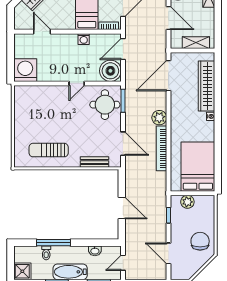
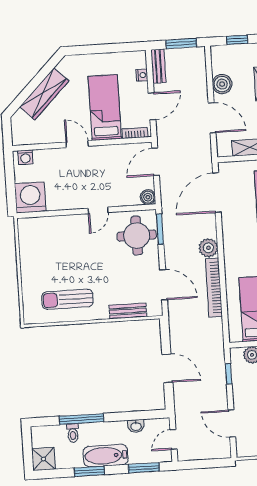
door: (42, 32) -> (77, 144), moved
washing machine: (84, 39) -> (25, 157), moved
boiler: (110, 71) -> (148, 197), width x0.54, depth x0.54

